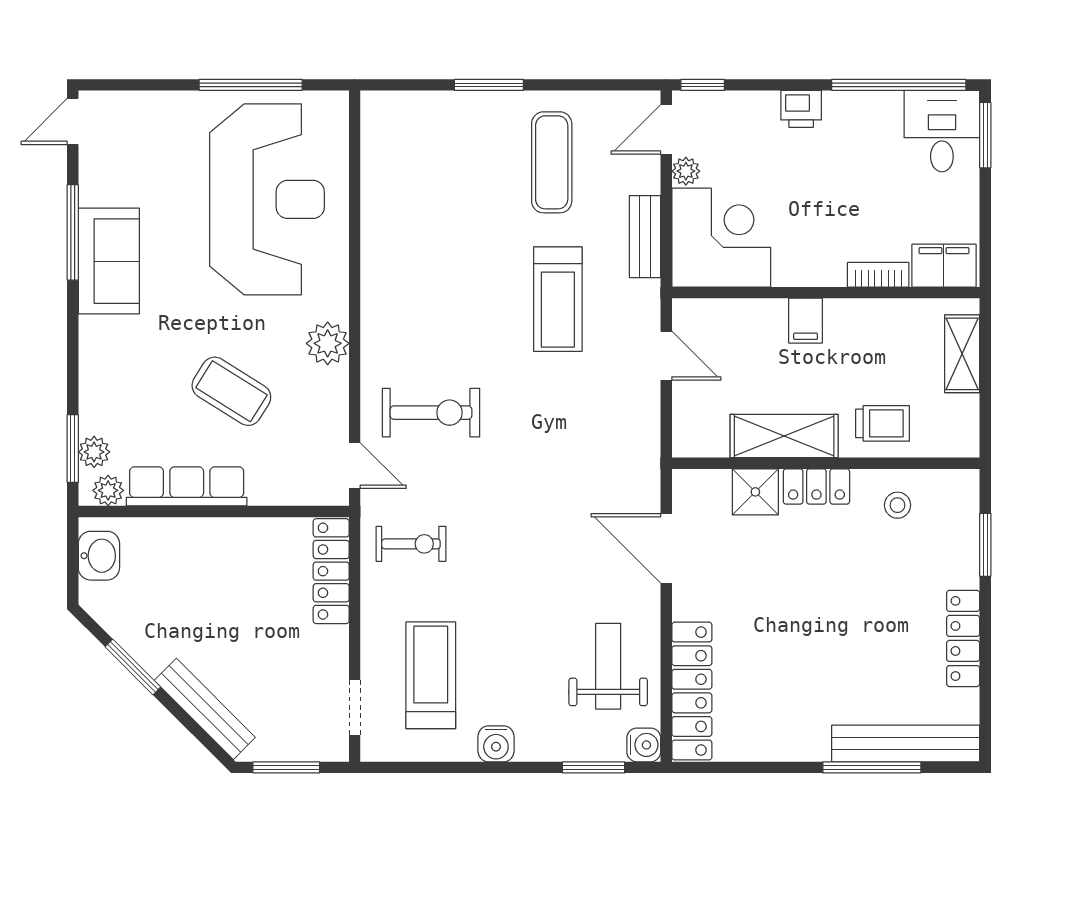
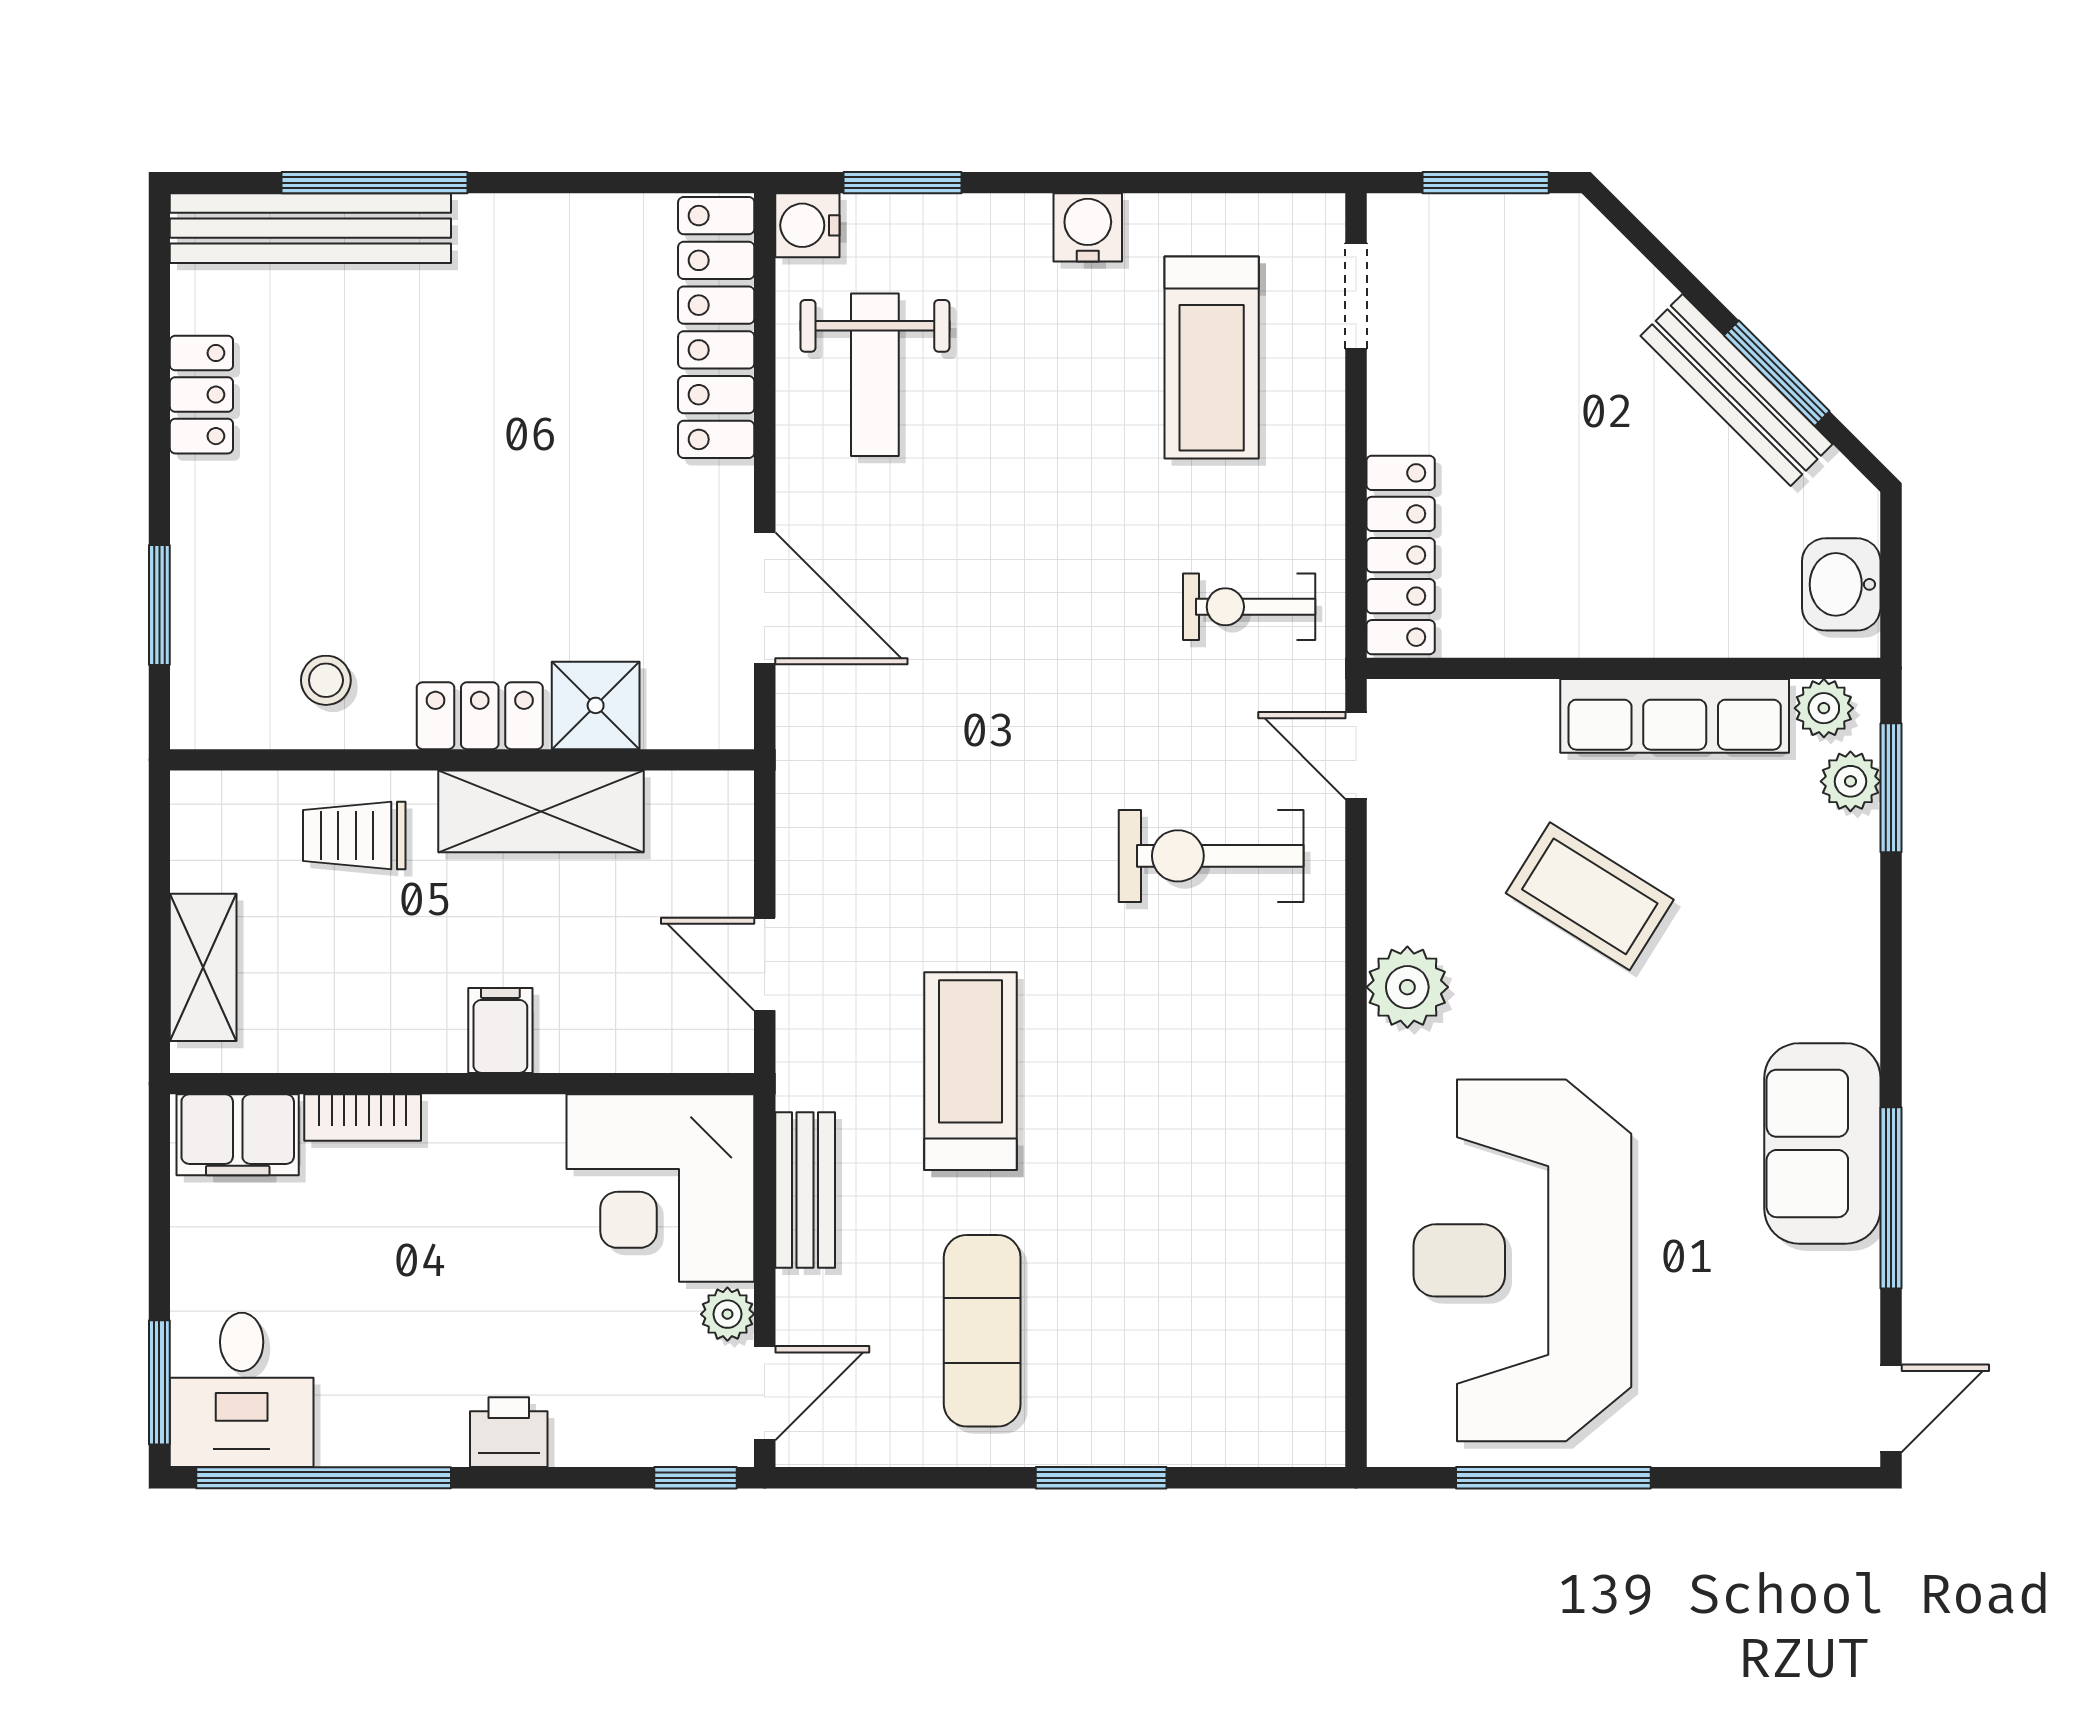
locker: (963, 638) -> (201, 395), width x0.66
bench: (205, 709) -> (1737, 390), moved

